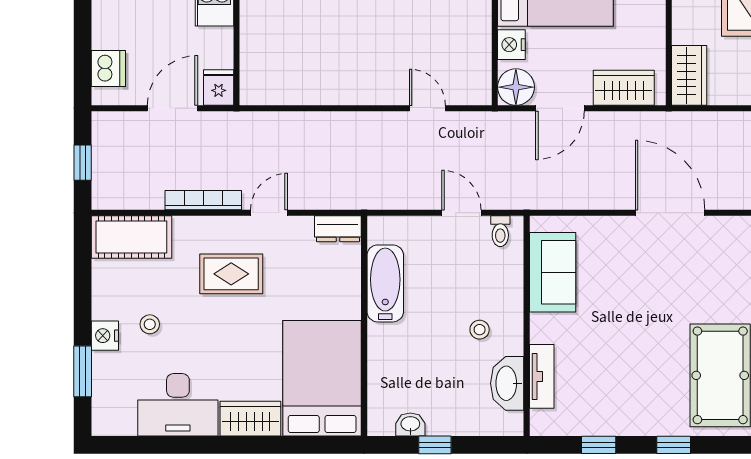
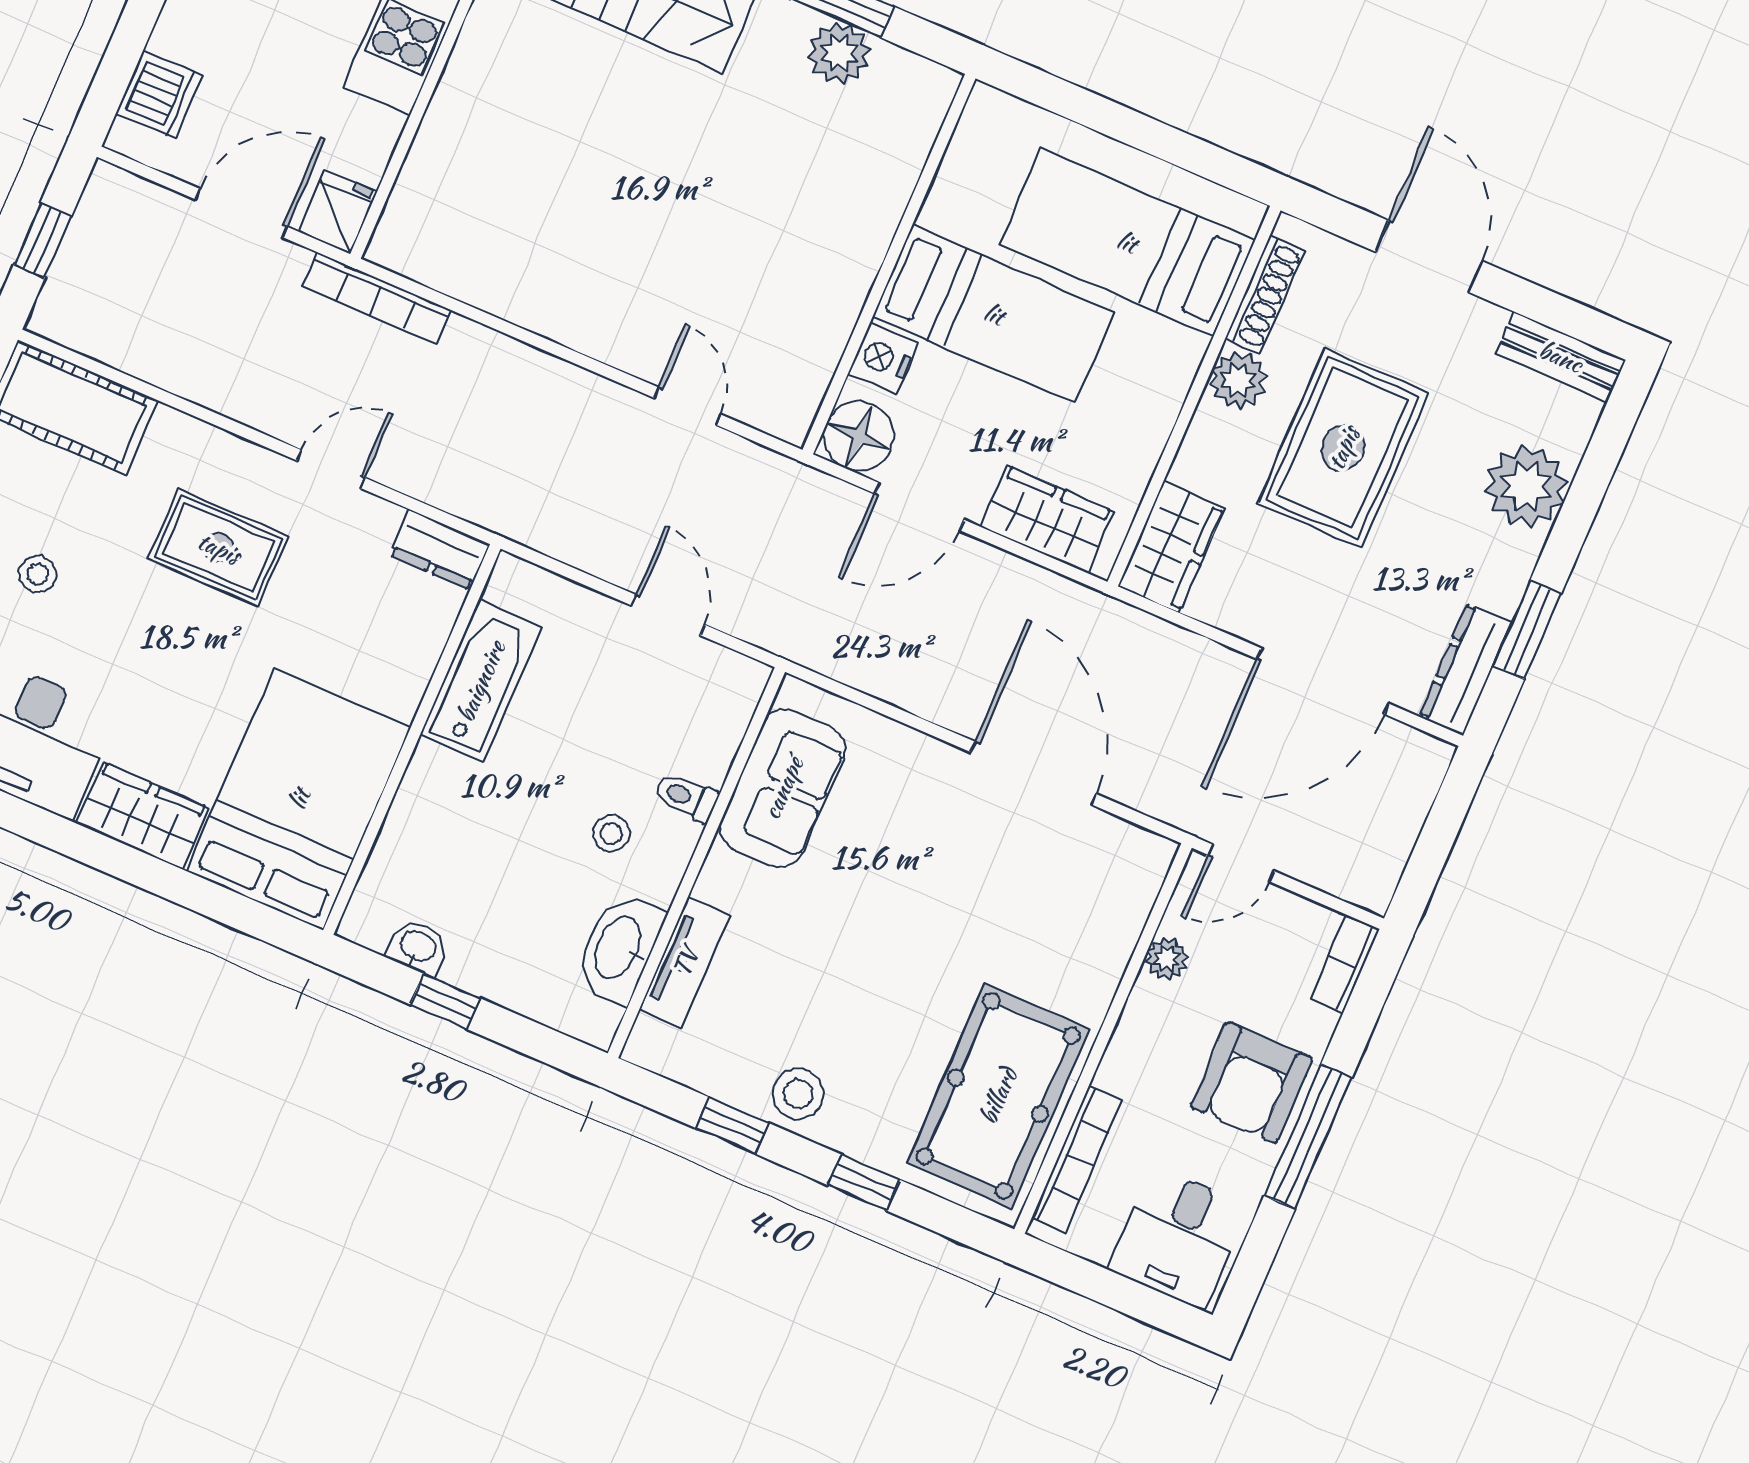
bookcase: (203, 200) -> (377, 298), moved, turned 180
toilet: (500, 231) -> (686, 797), moved, turned 90
stool: (624, 416) -> (798, 1094), added

